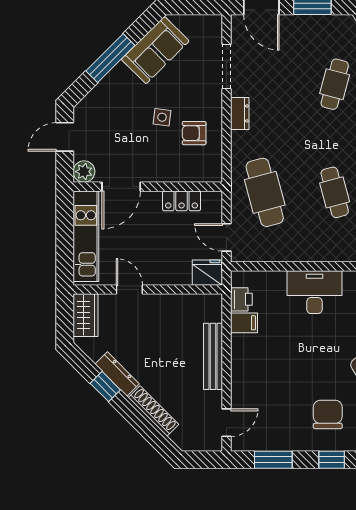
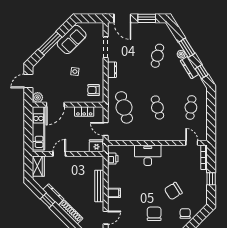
armchair: (194, 133) -> (93, 90), moved
door: (129, 290) -> (59, 154), hinge flipped
filing cabinet: (244, 323) -> (114, 193), moved

